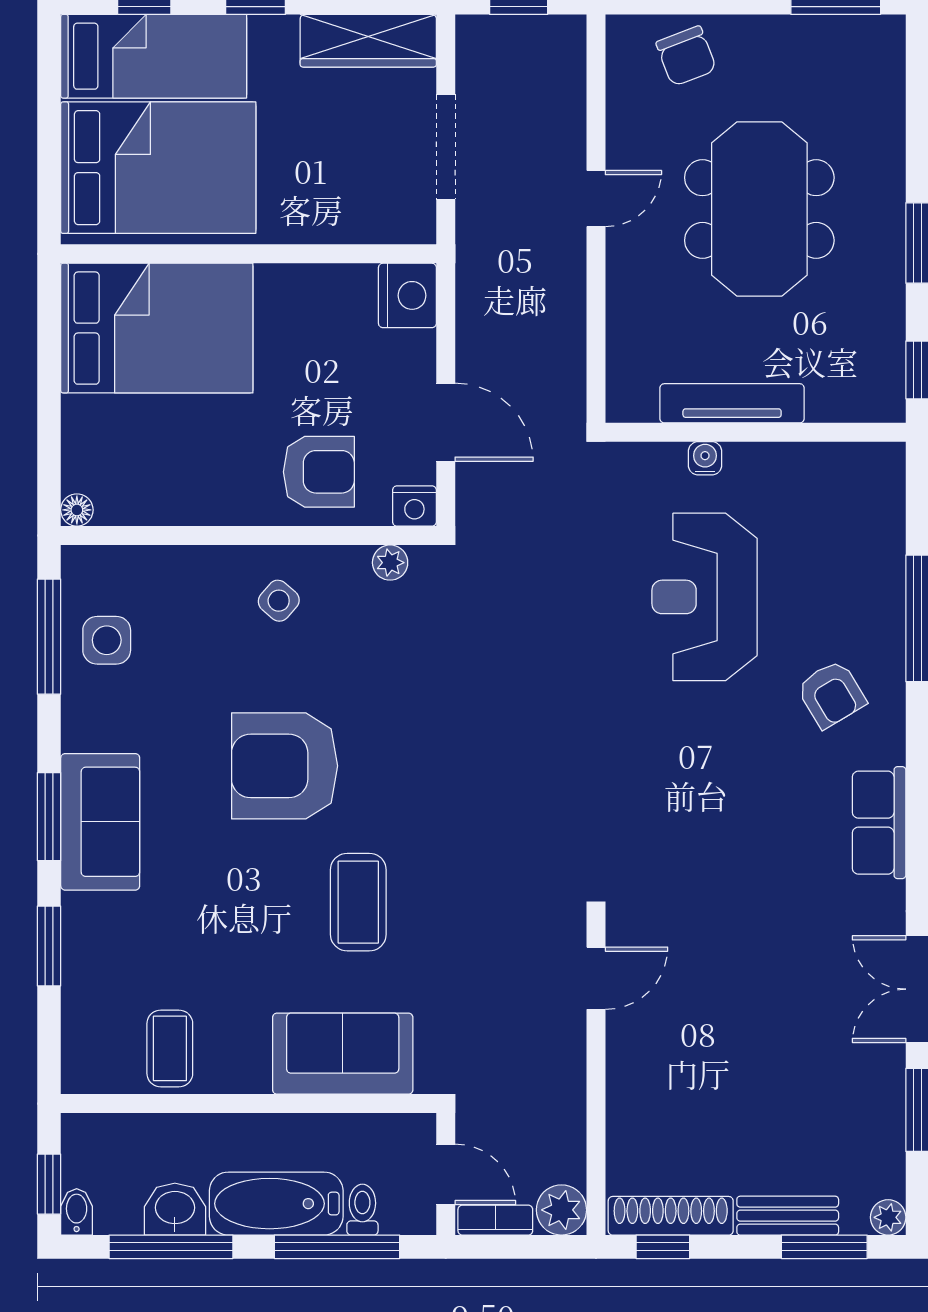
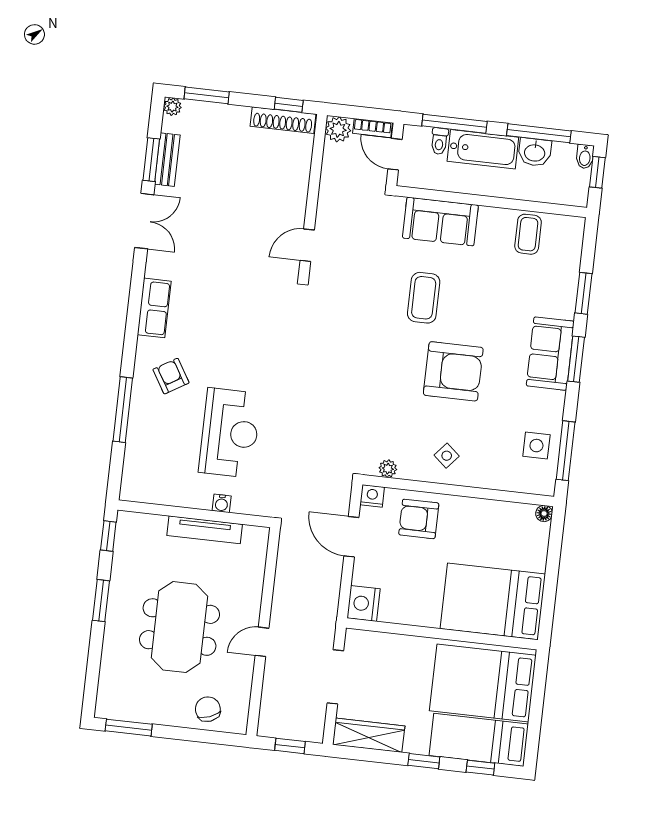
bench: (788, 1216) -> (167, 160), moved, turned 90

